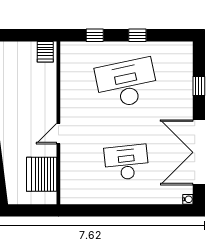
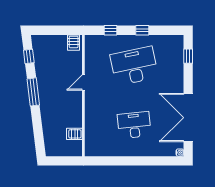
window: (199, 86) -> (188, 56), moved
door: (58, 134) -> (83, 82), moved
server rack: (42, 174) -> (74, 134), width x0.46, depth x0.70

